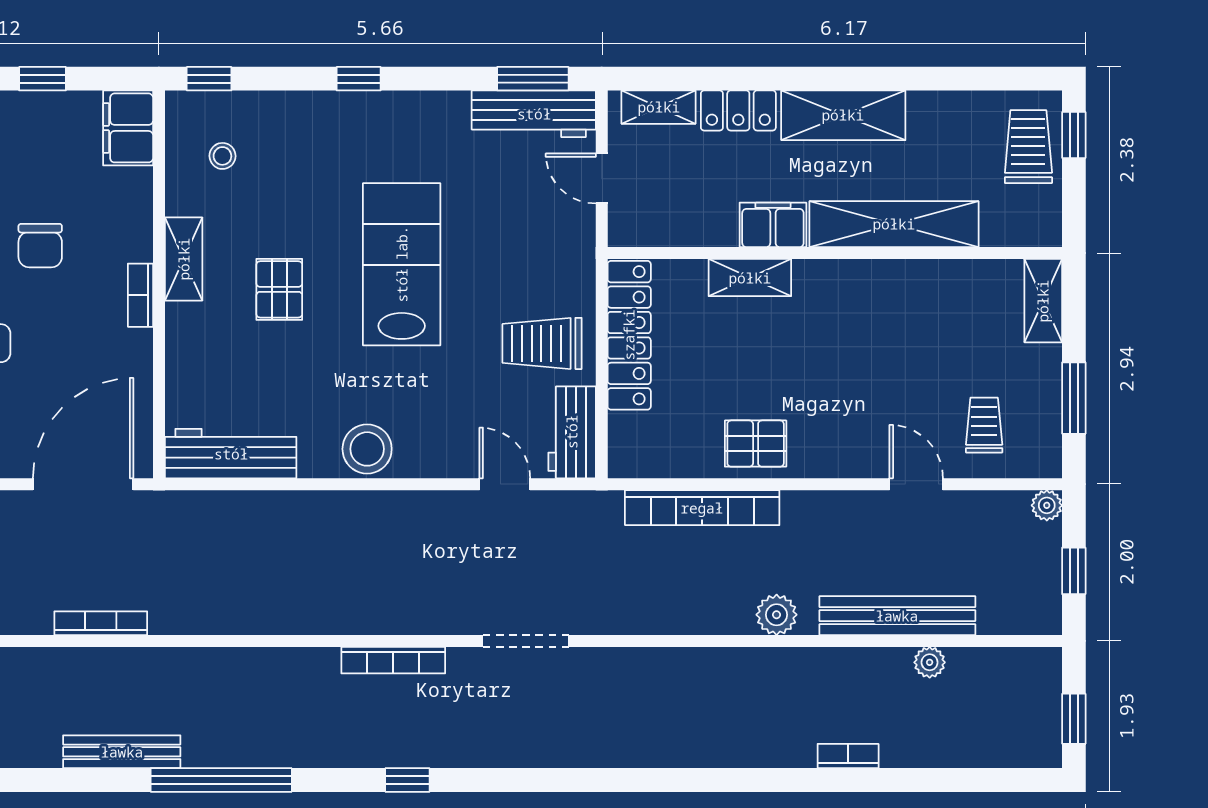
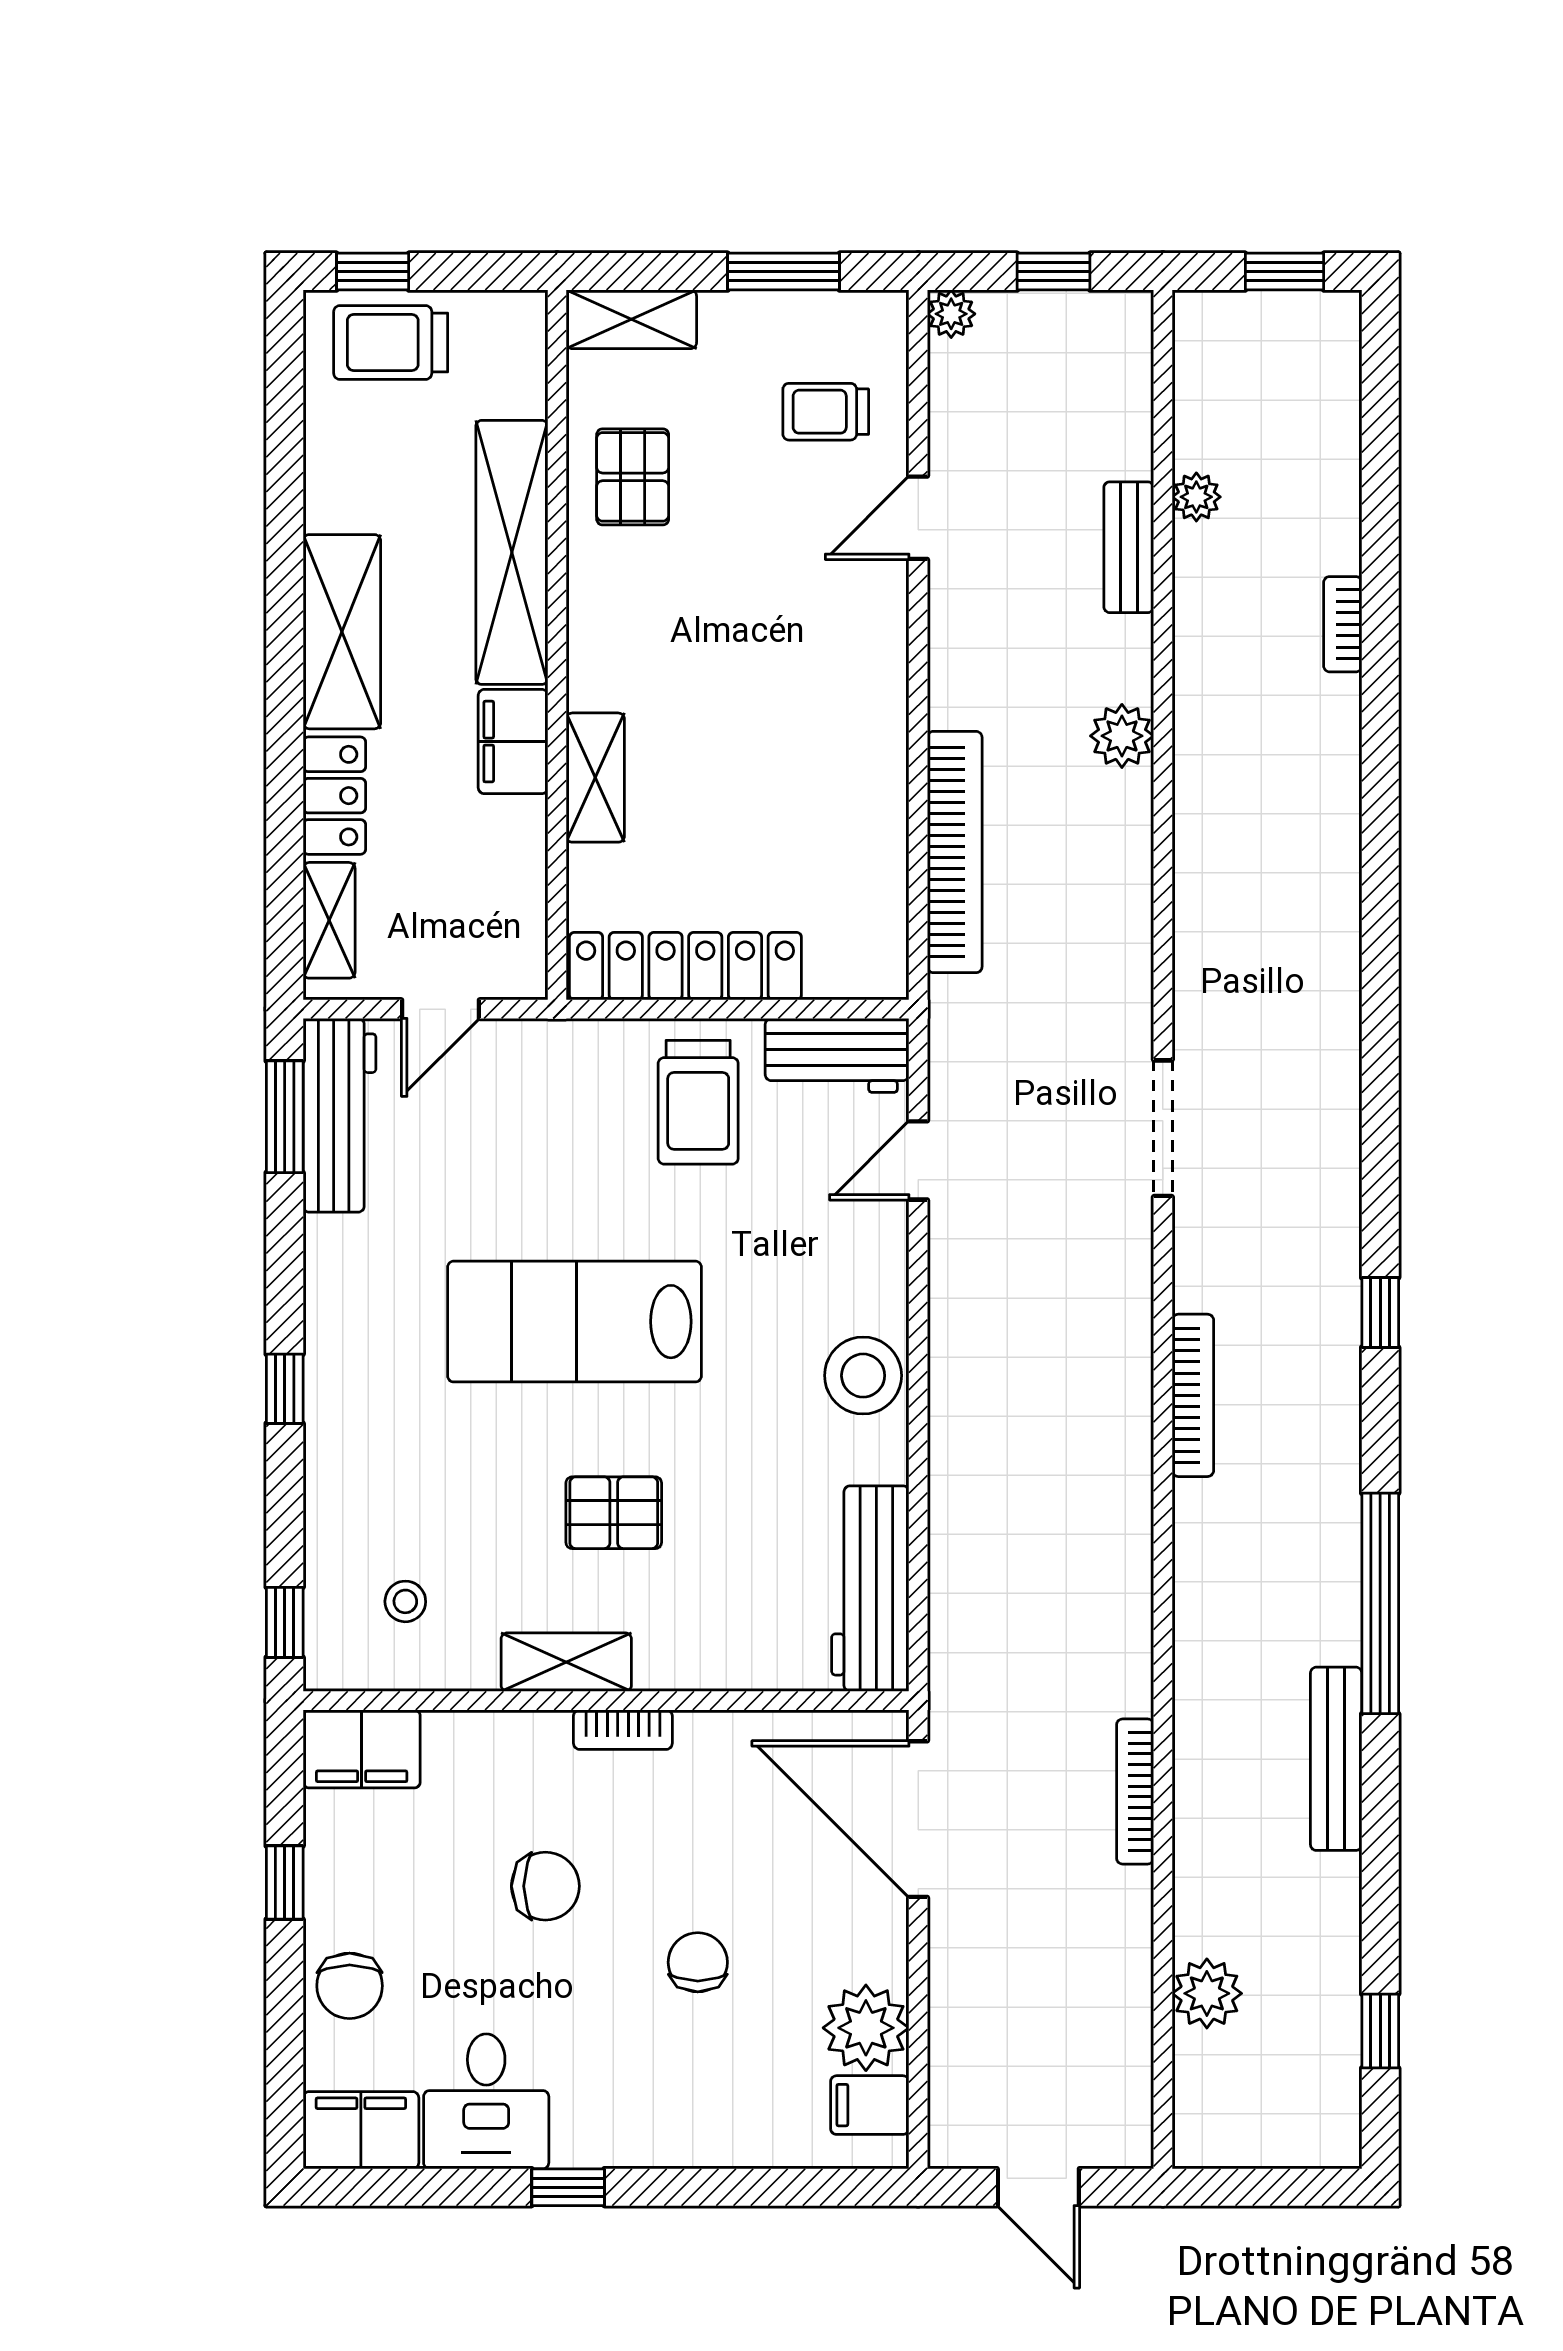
pallet: (756, 444) -> (633, 477), moved
bench: (897, 616) -> (1129, 547), width x0.54, depth x0.82
bookcase: (393, 660) -> (1193, 1395), moved

